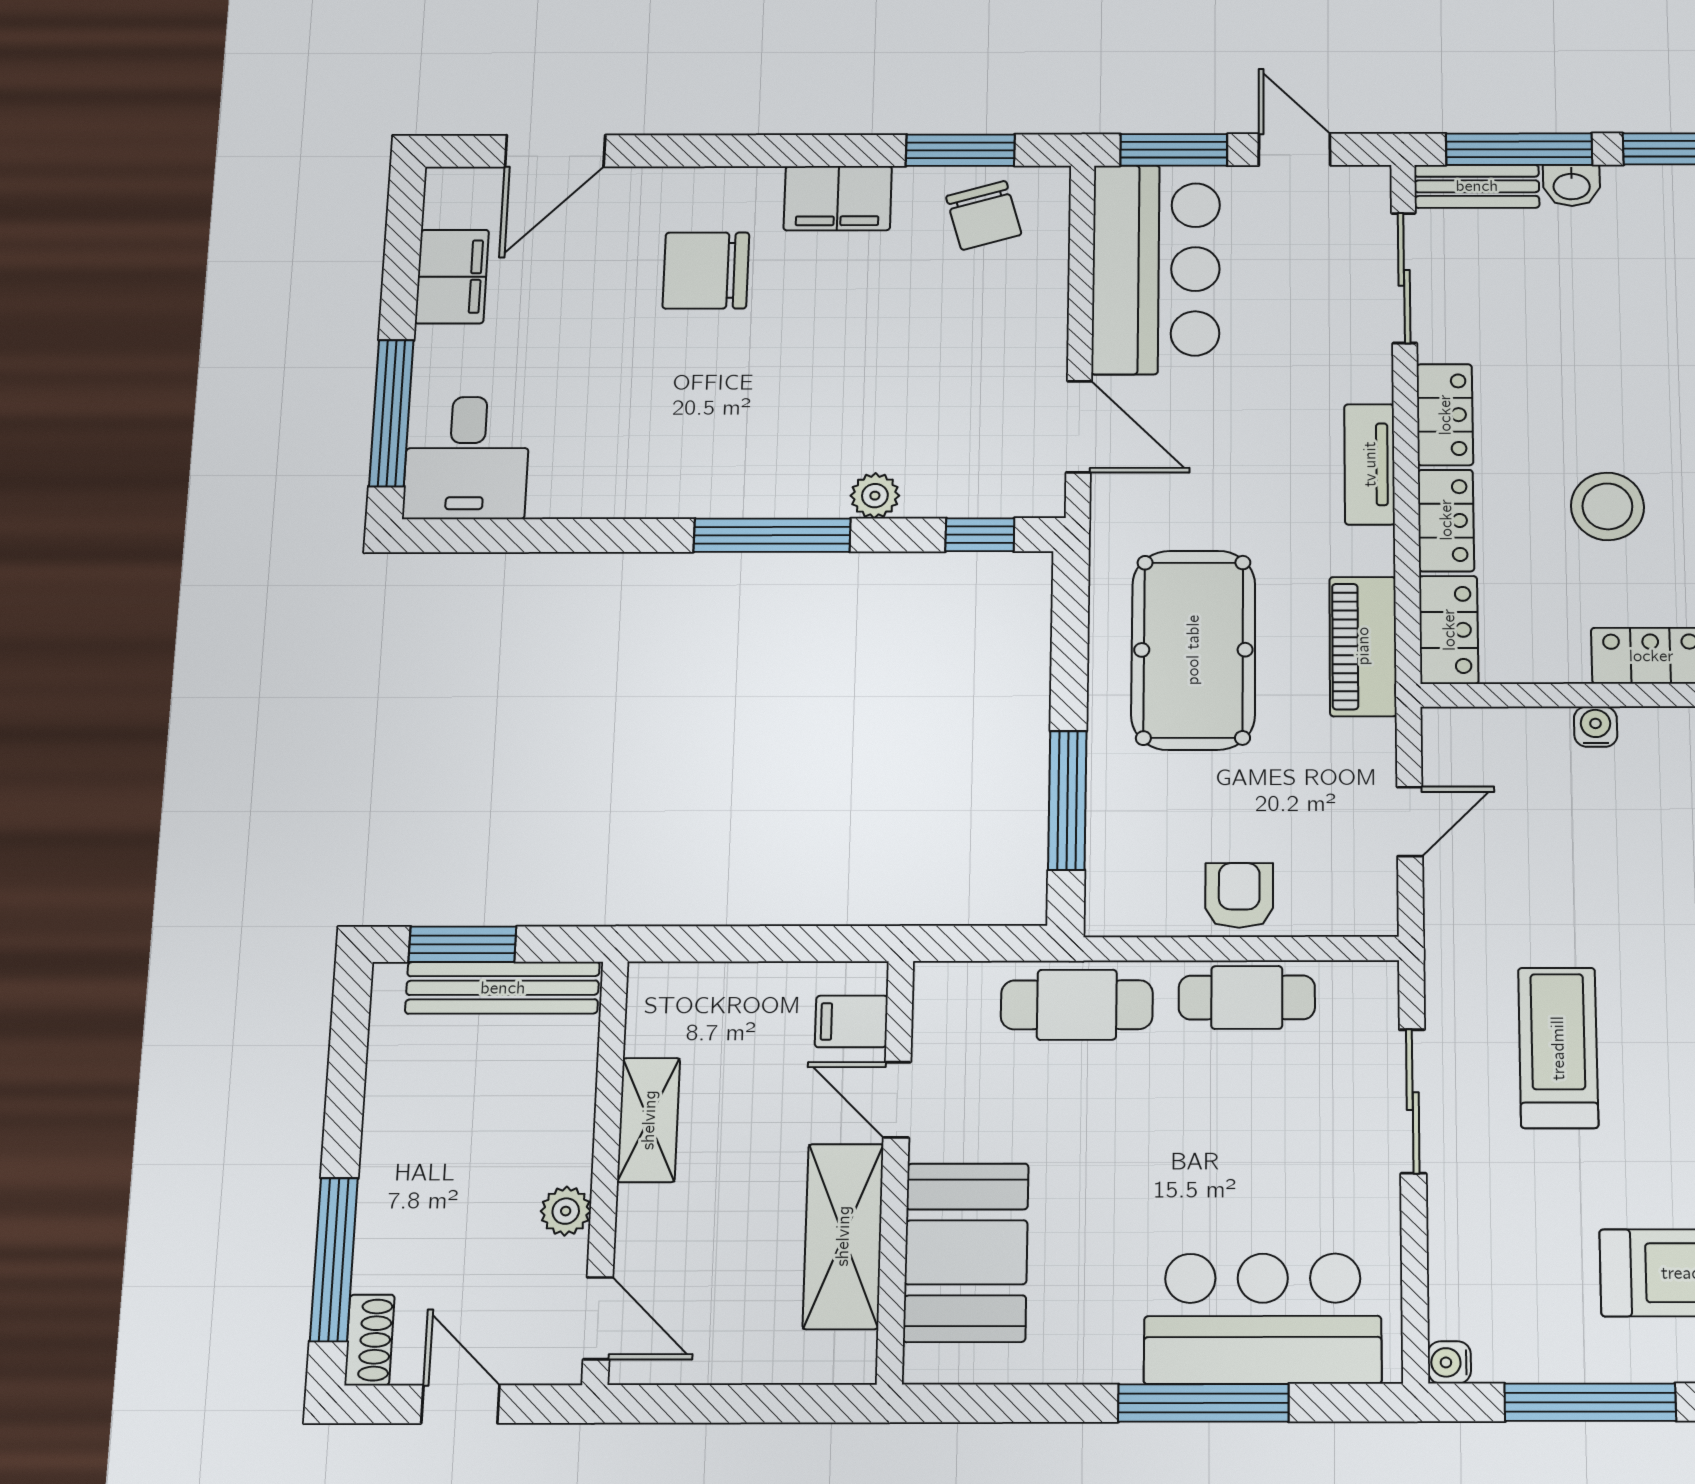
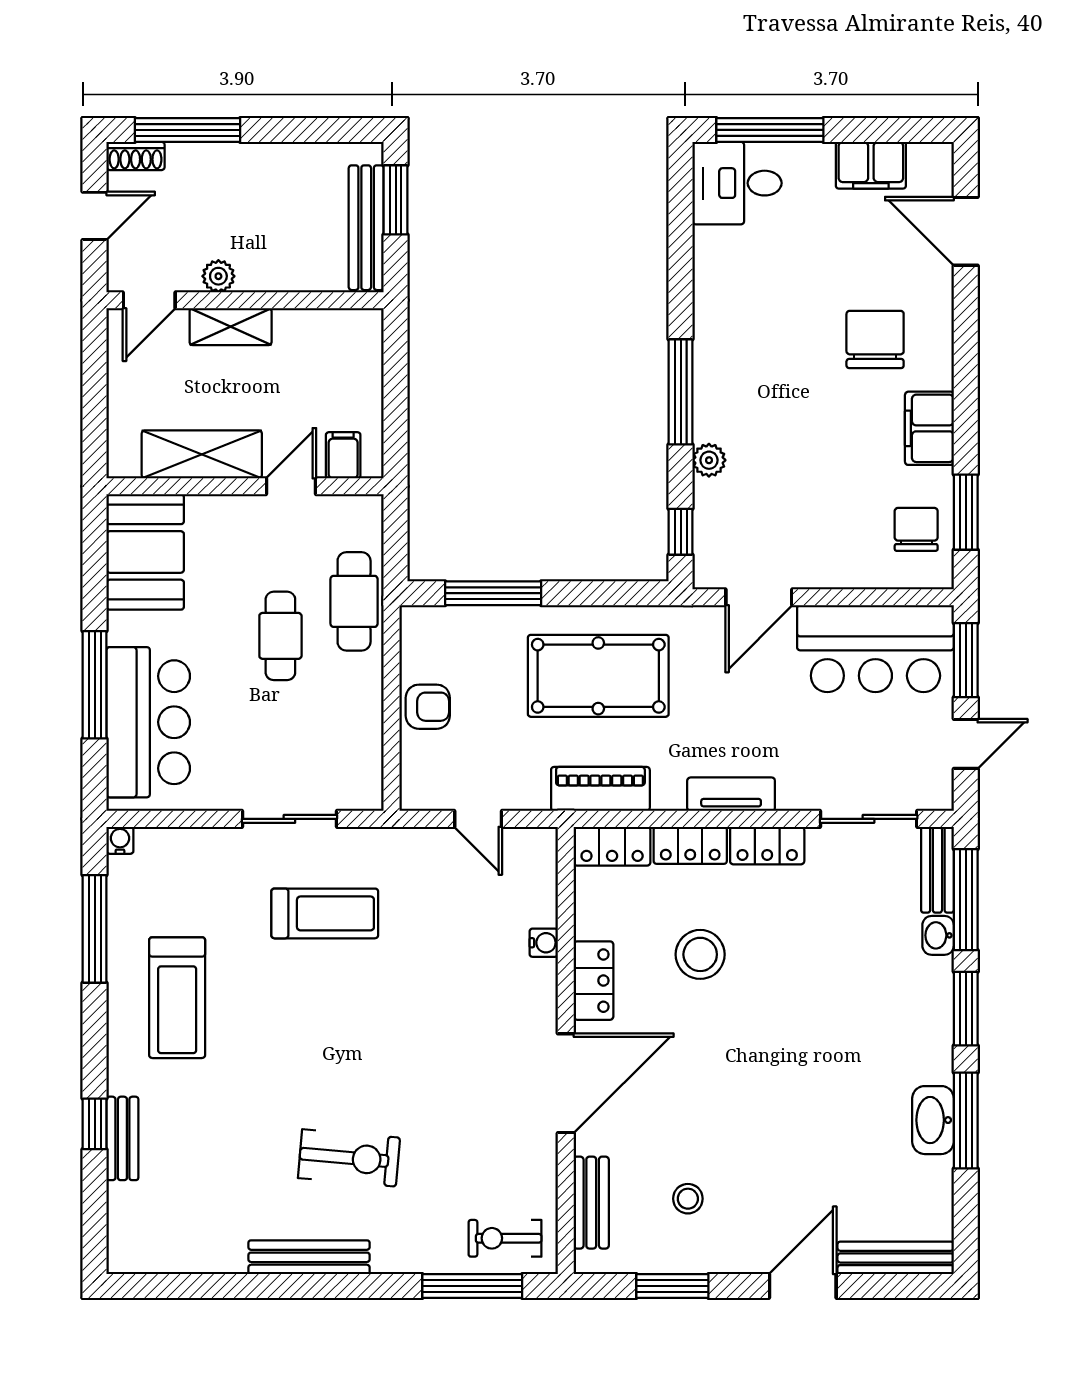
chair: (984, 215) -> (916, 529), turned 106
cafe table: (1247, 997) -> (280, 636), moved
shelving: (649, 1120) -> (231, 327), moved
booth: (966, 1252) -> (145, 552), moved, turned 90

